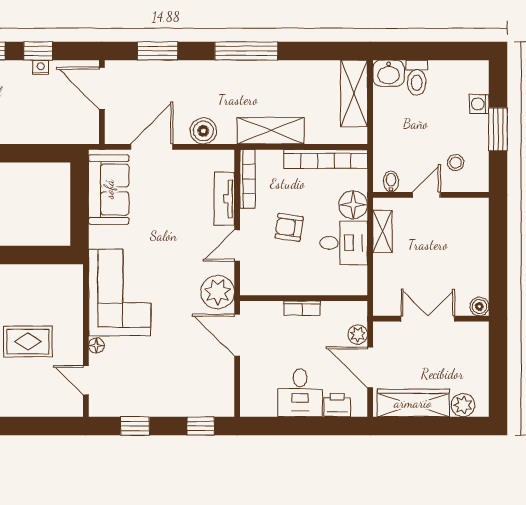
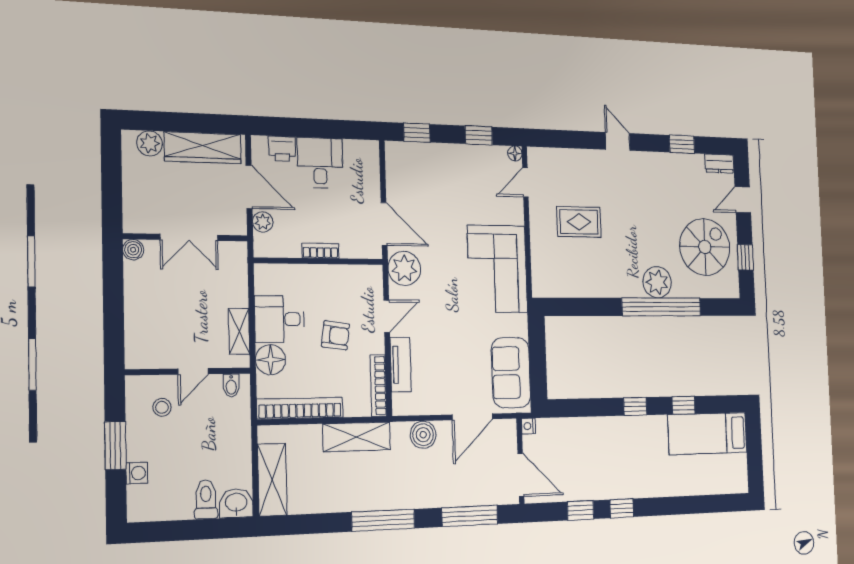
window: (158, 51) -> (470, 516), width x1.44
nightstand: (41, 67) -> (528, 426), moved, turned 90
floor lamp: (96, 345) -> (515, 154), moved
door: (86, 380) -> (525, 182), swing flipped

